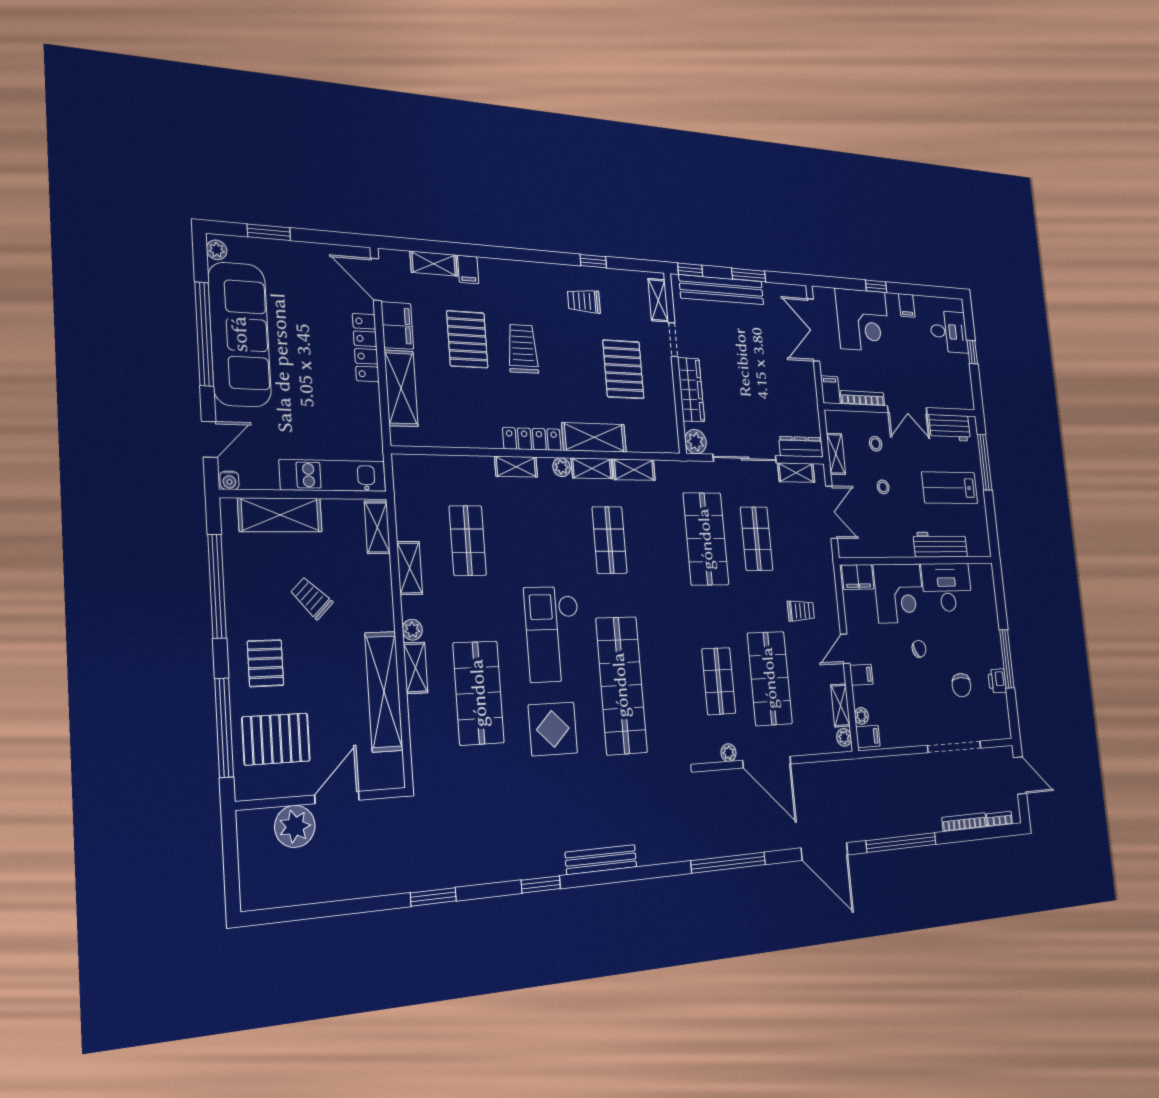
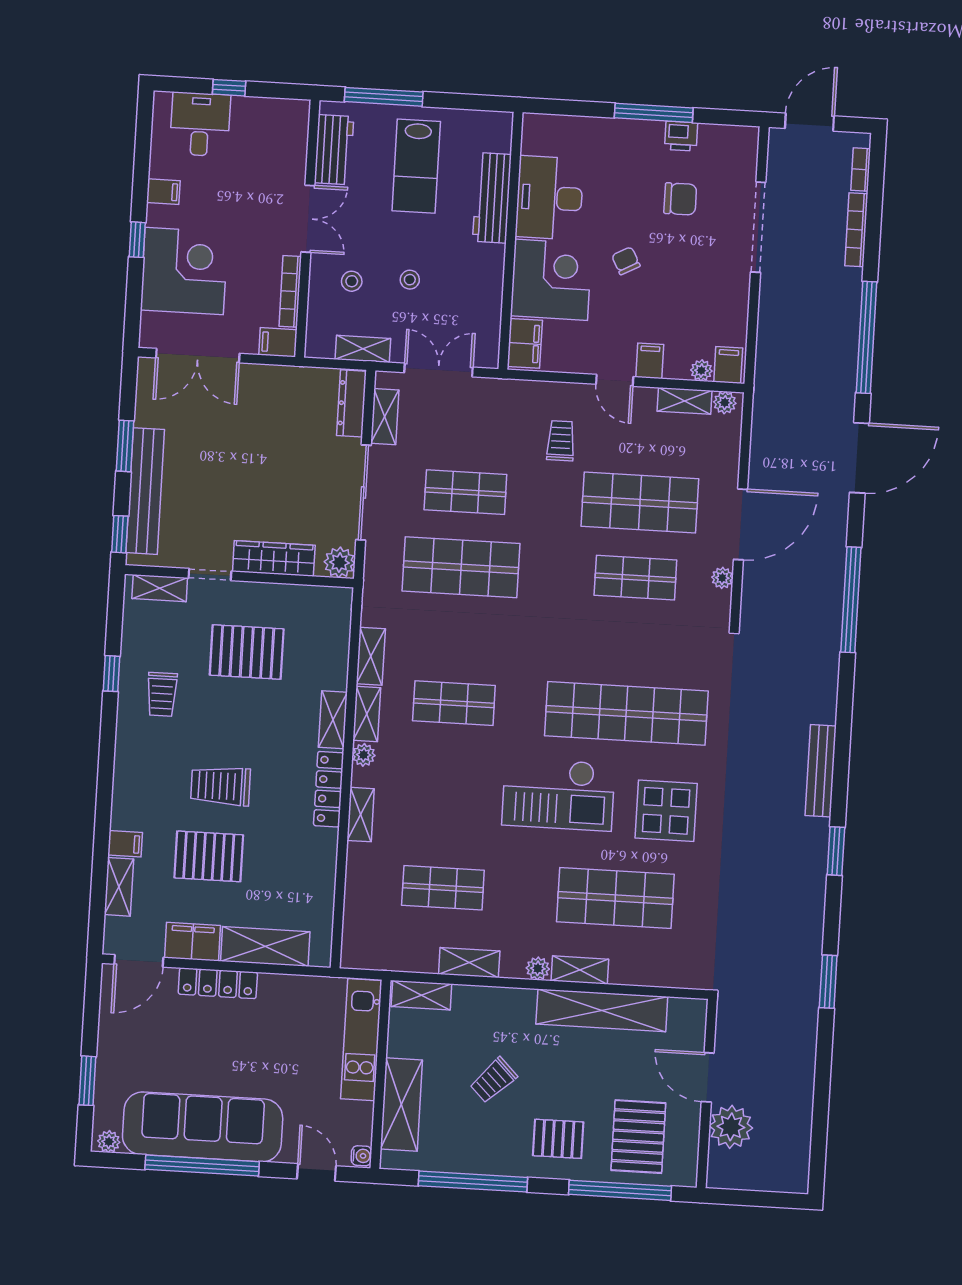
shelving: (594, 437) -> (333, 720), width x0.67, depth x0.75

